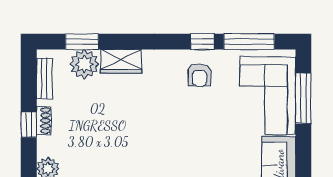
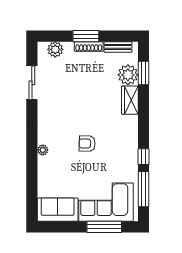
armchair: (200, 75) -> (87, 144), moved
shoe rack: (44, 121) -> (89, 46), width x1.43
window: (29, 125) -> (86, 36), width x1.50

